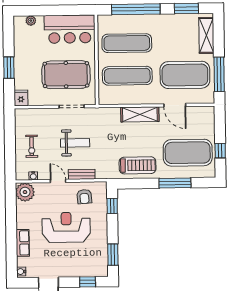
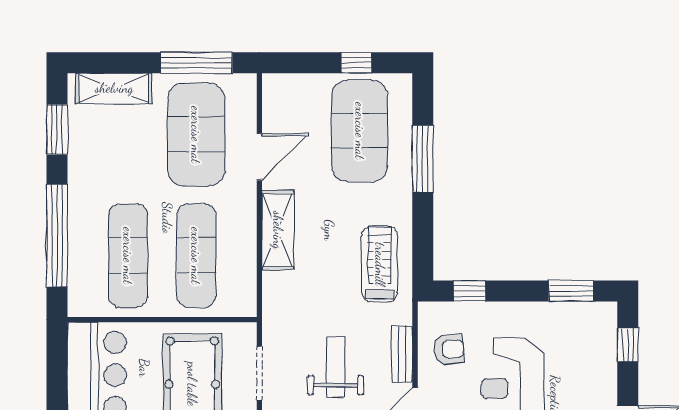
treadmill: (138, 165) -> (380, 264), moved

